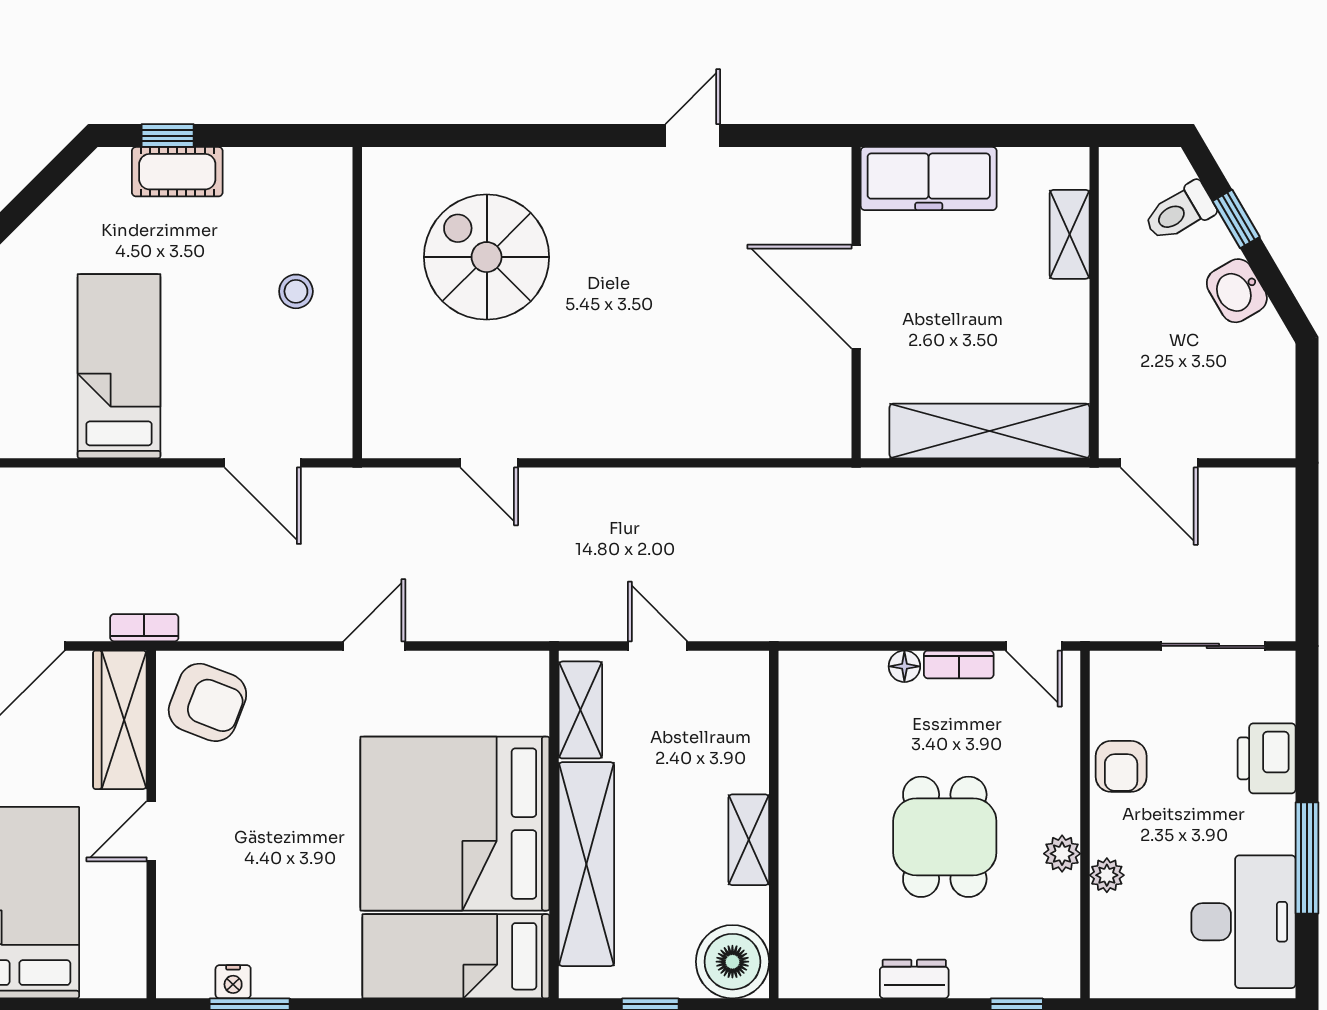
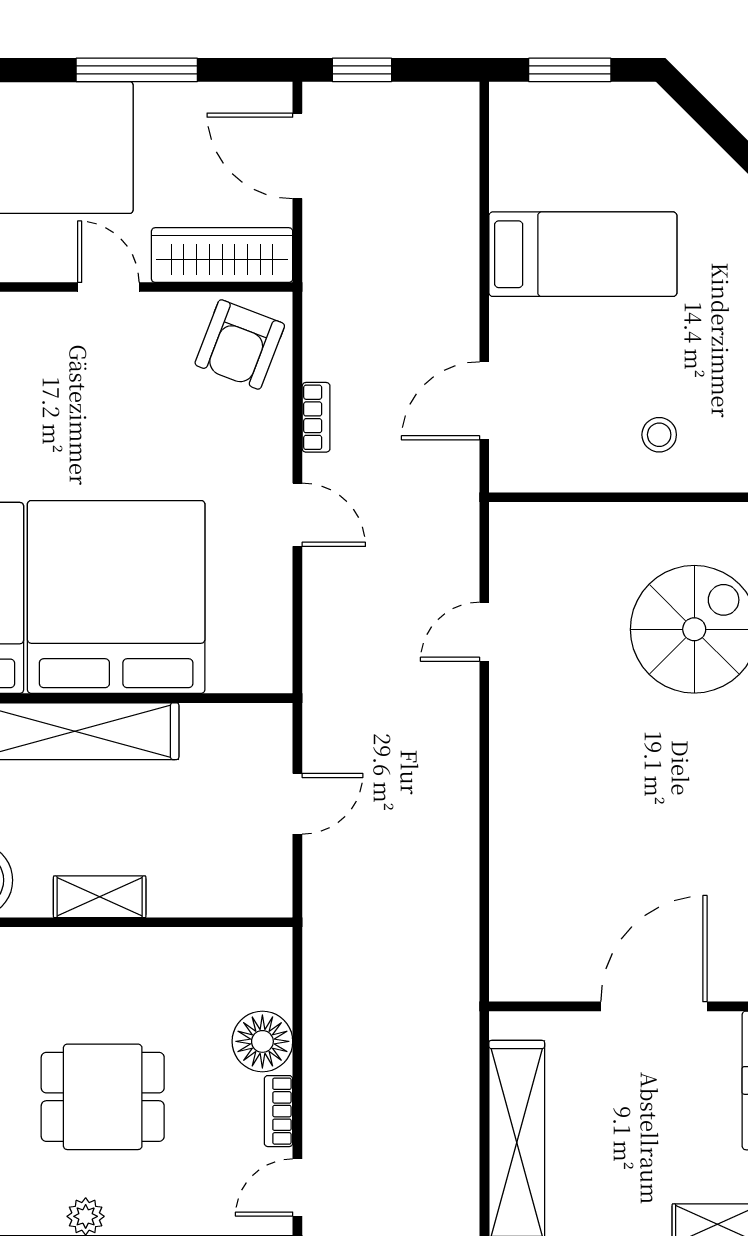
bookcase: (144, 628) -> (316, 417), moved
floor lamp: (904, 666) -> (262, 1041), width x1.89, depth x1.89
shelving: (580, 710) -> (232, 725), removed

